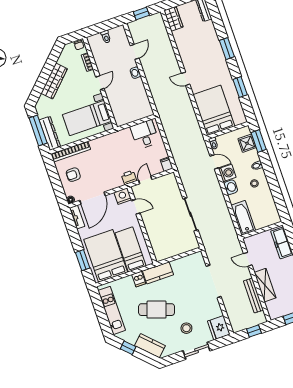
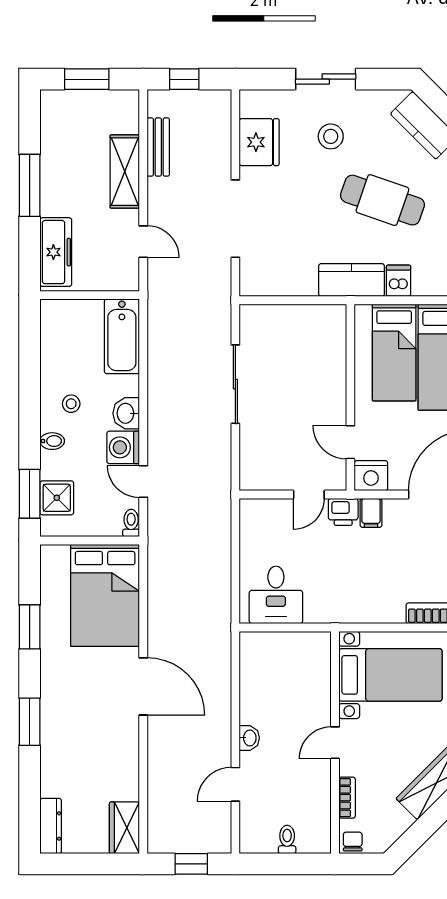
door: (186, 79) -> (143, 686), width x1.87
filing cabinet: (167, 164) -> (371, 513), moved
bench: (253, 295) -> (158, 147), width x0.73
fridge: (219, 328) -> (259, 142), moved

